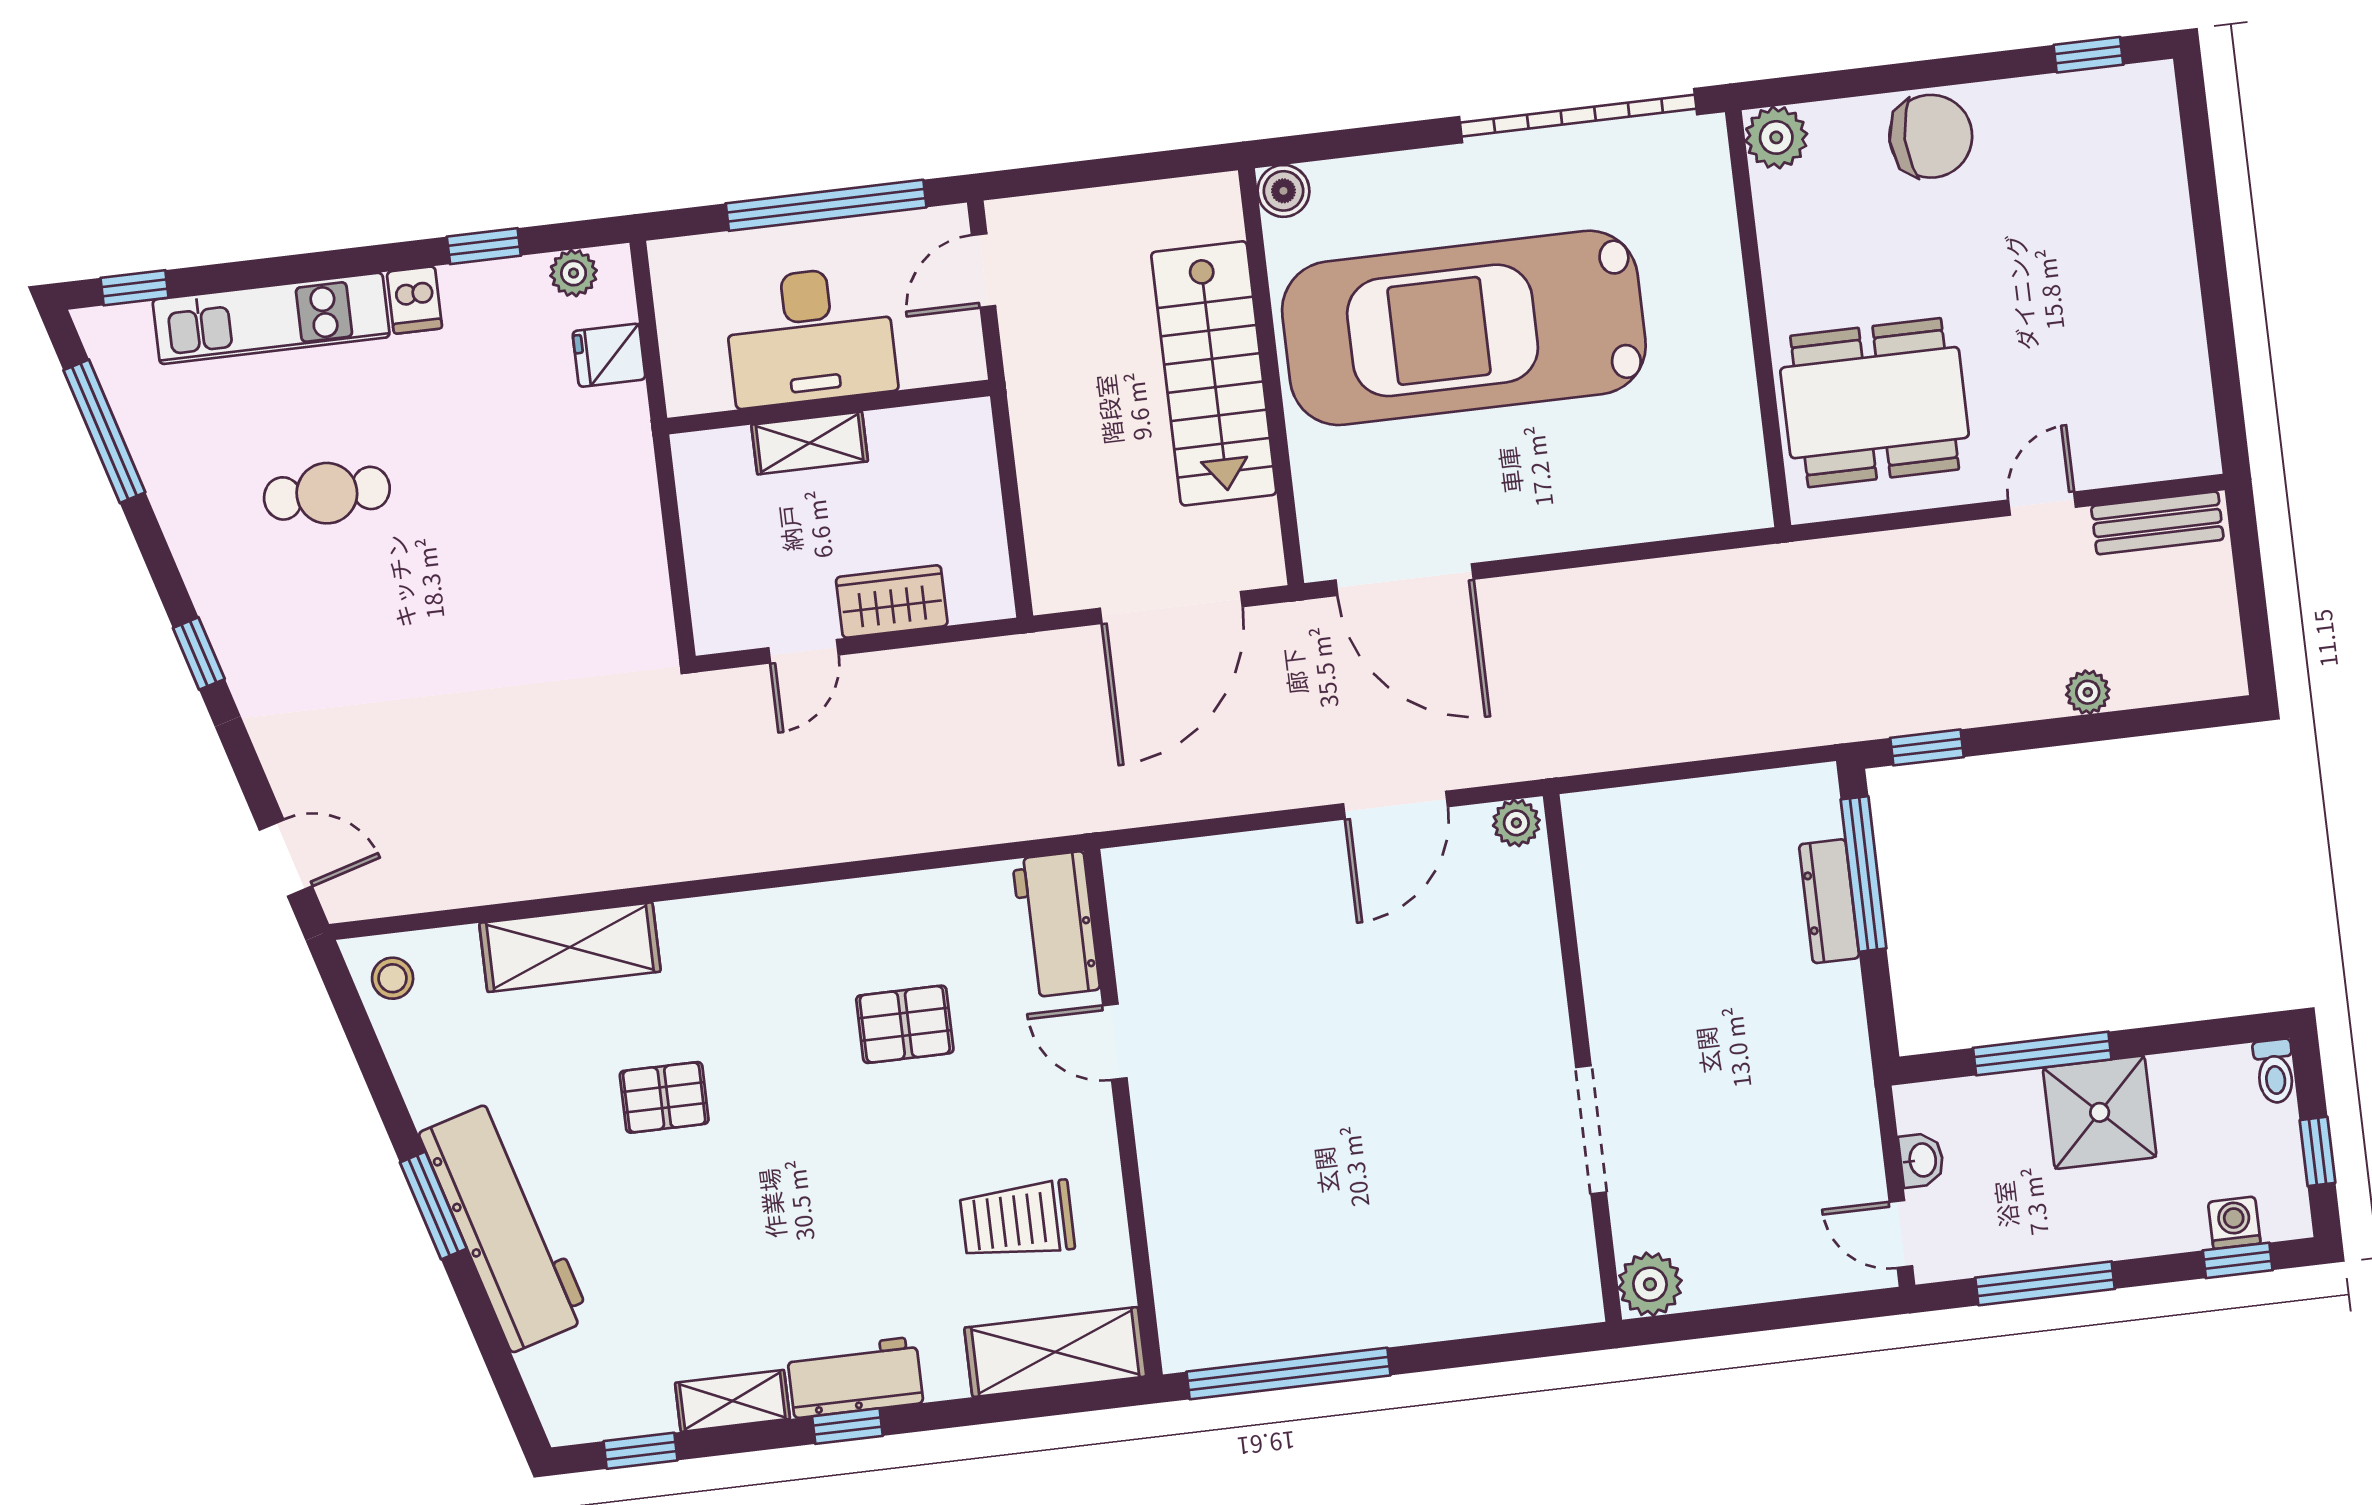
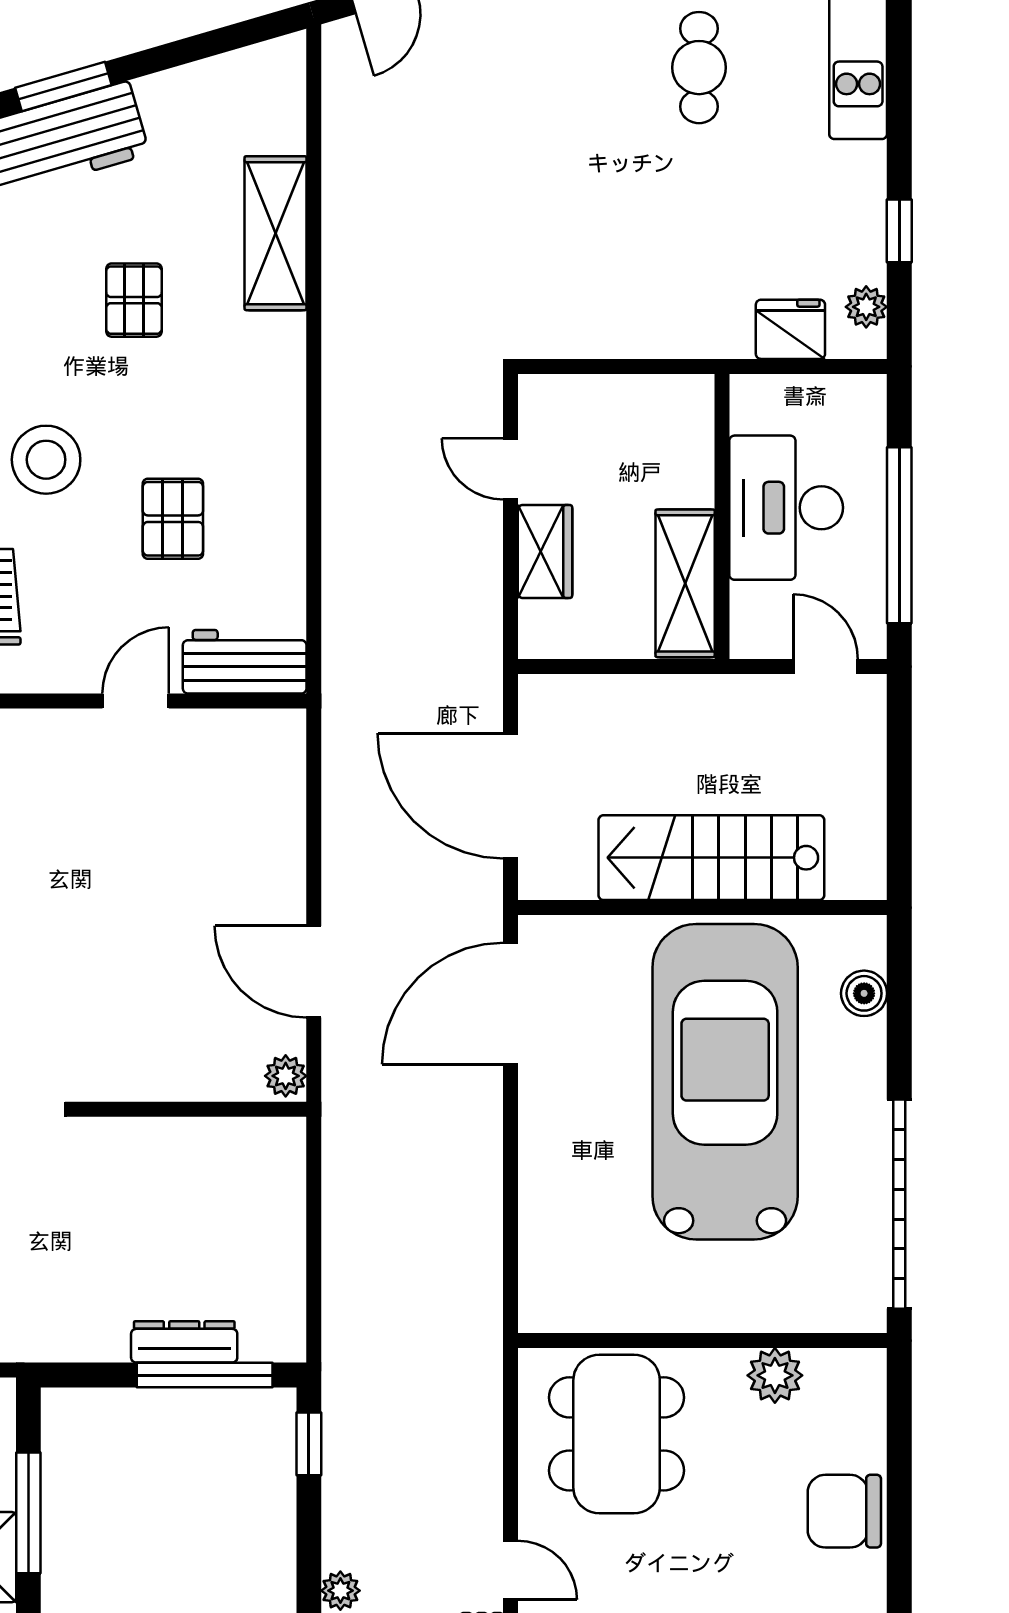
chair: (1931, 136) -> (844, 1511), turned 90
plant: (1776, 137) -> (775, 1375), moved
boiler: (1283, 191) -> (864, 993), moved
dishwasher: (414, 300) -> (859, 165), removed
fridge: (609, 355) -> (790, 329), width x1.38
shelving: (810, 443) -> (685, 583), moved, width x1.50, depth x1.33
stool: (393, 978) -> (46, 460), moved, width x1.89, depth x1.89

